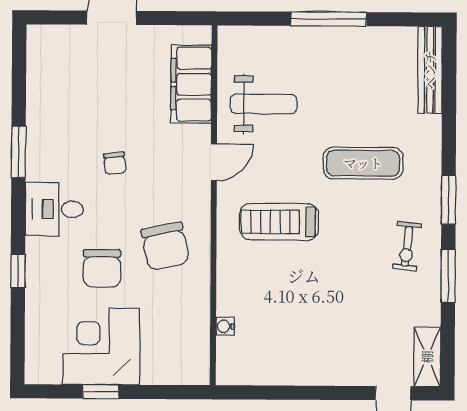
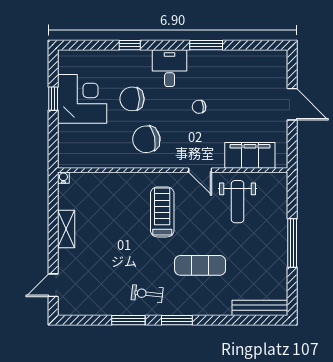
exercise mat: (363, 163) -> (200, 265), turned 90
water cooler: (225, 326) -> (63, 178), moved
shelving: (427, 357) -> (66, 229), moved, turned 90

